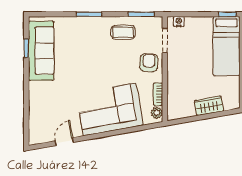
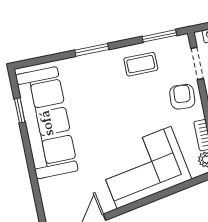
sofa: (41, 51) -> (47, 123), width x1.36, depth x1.27

